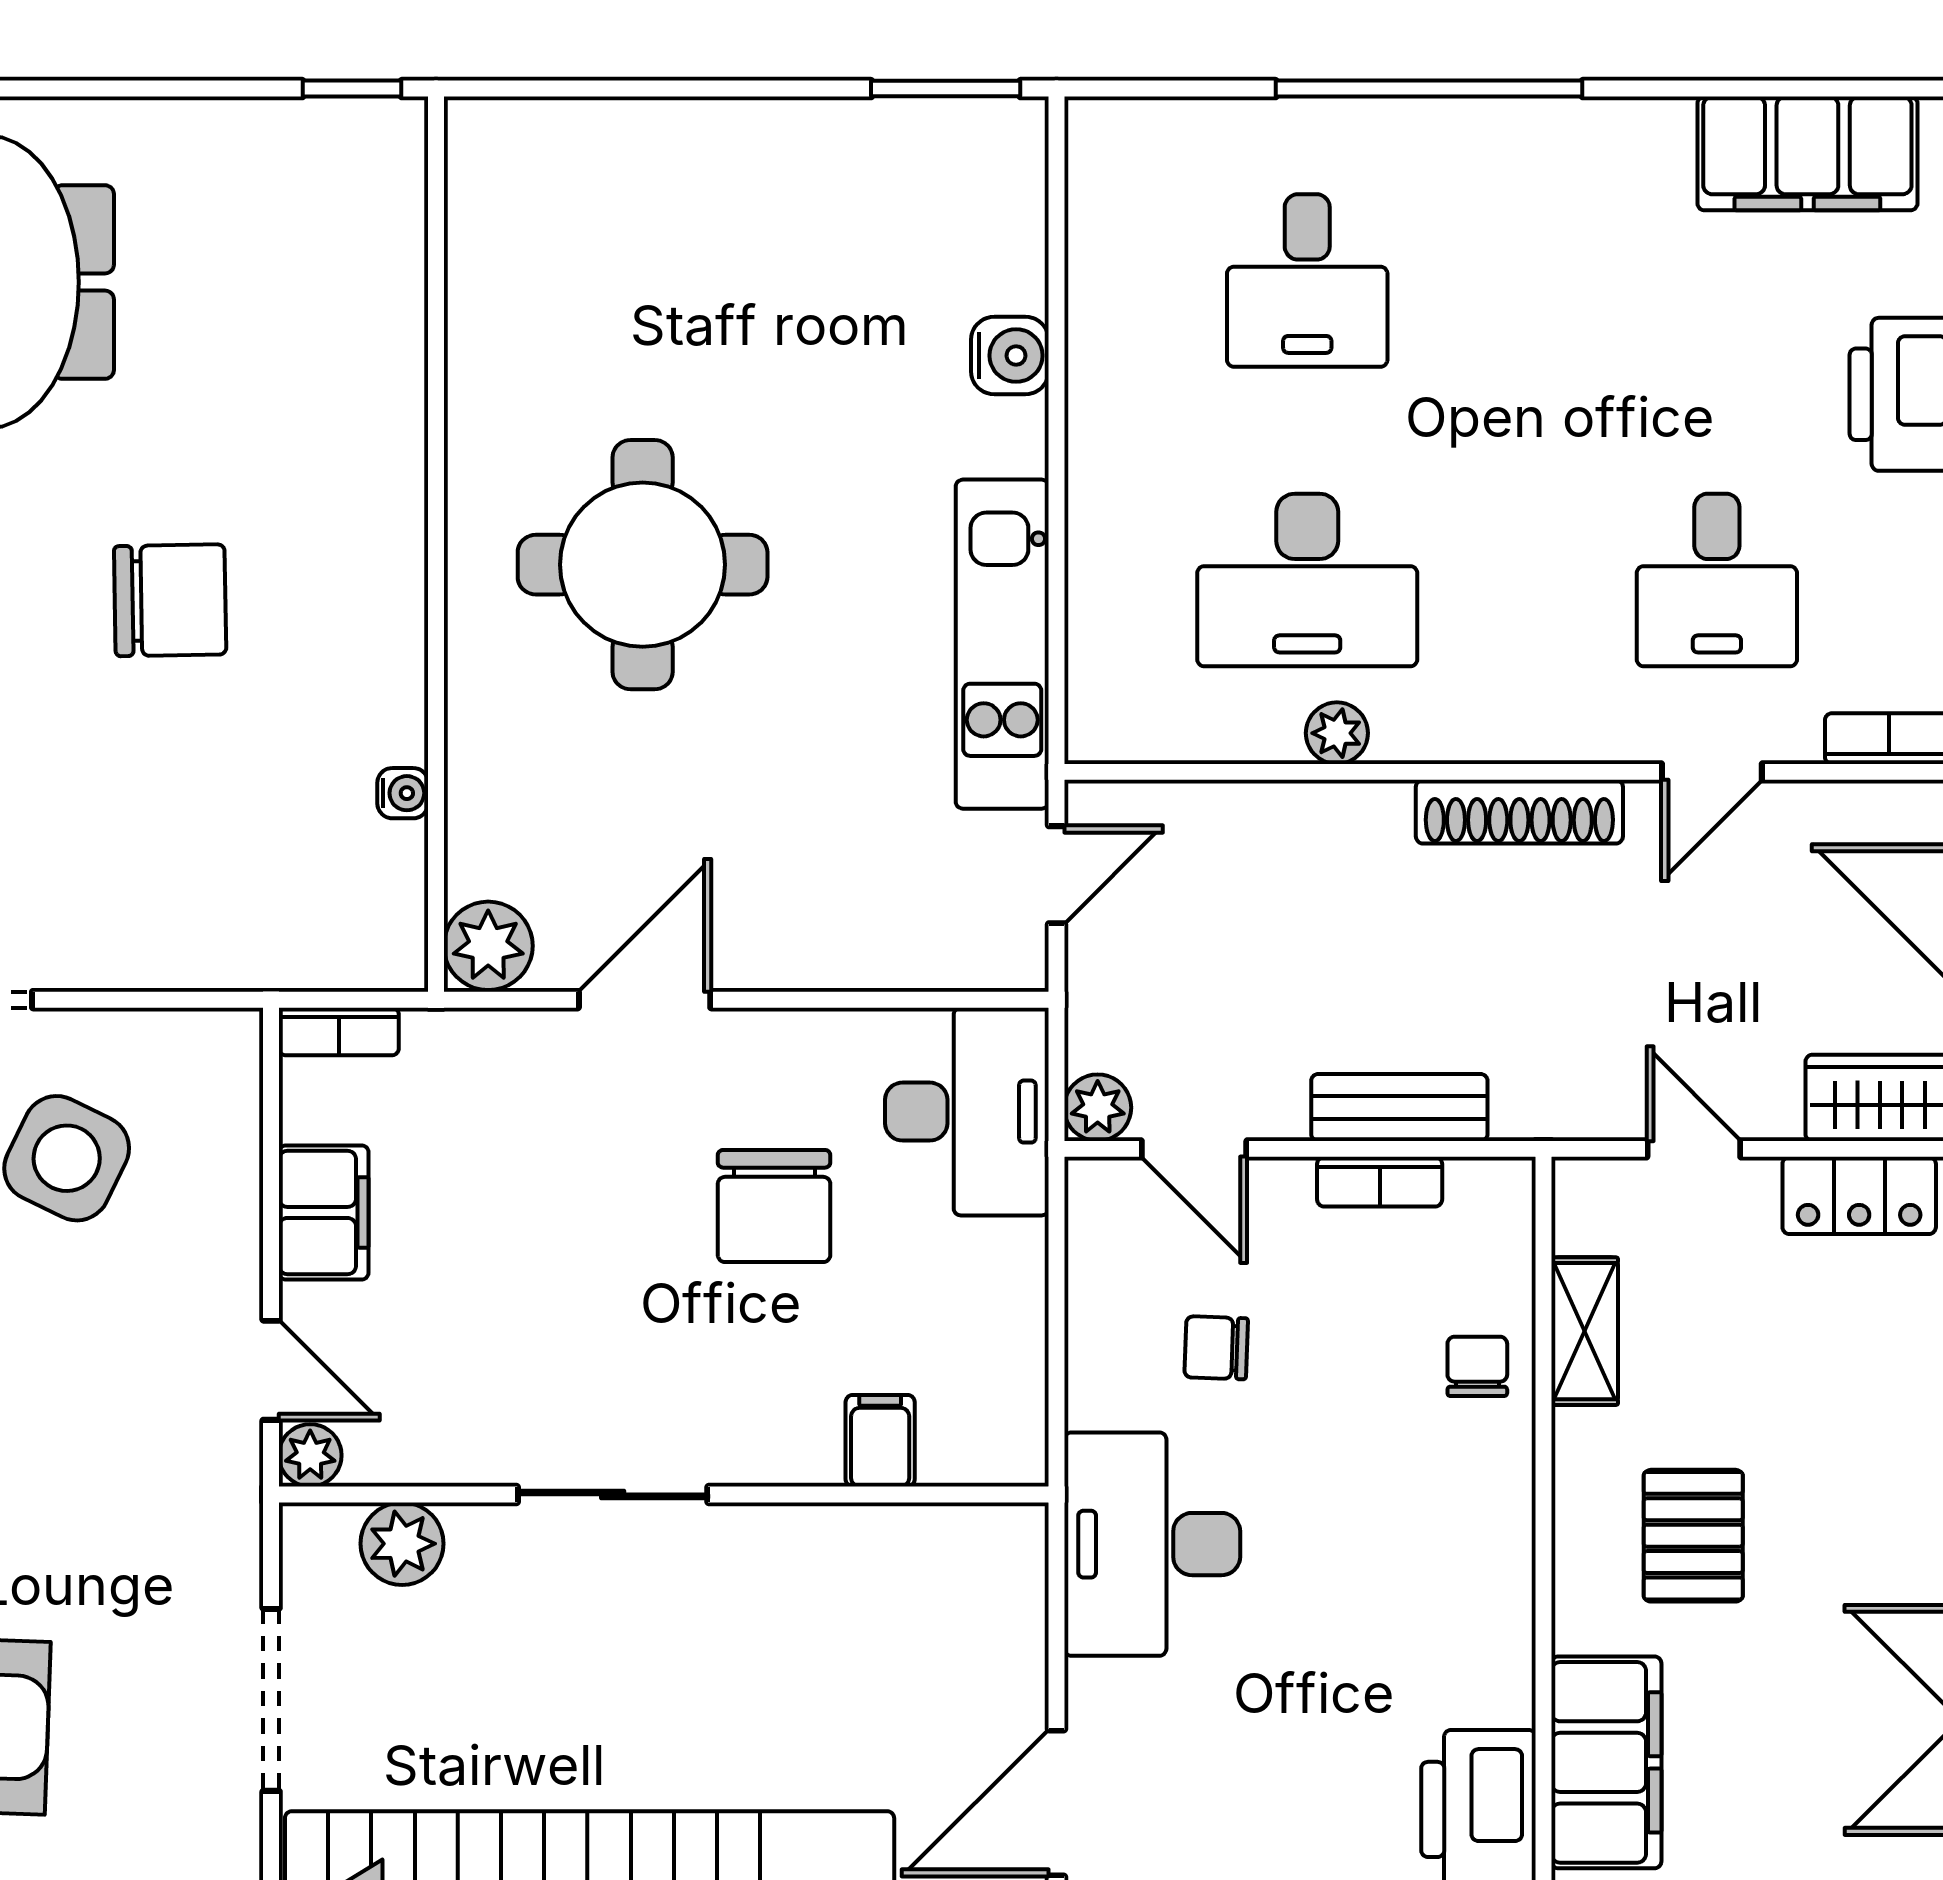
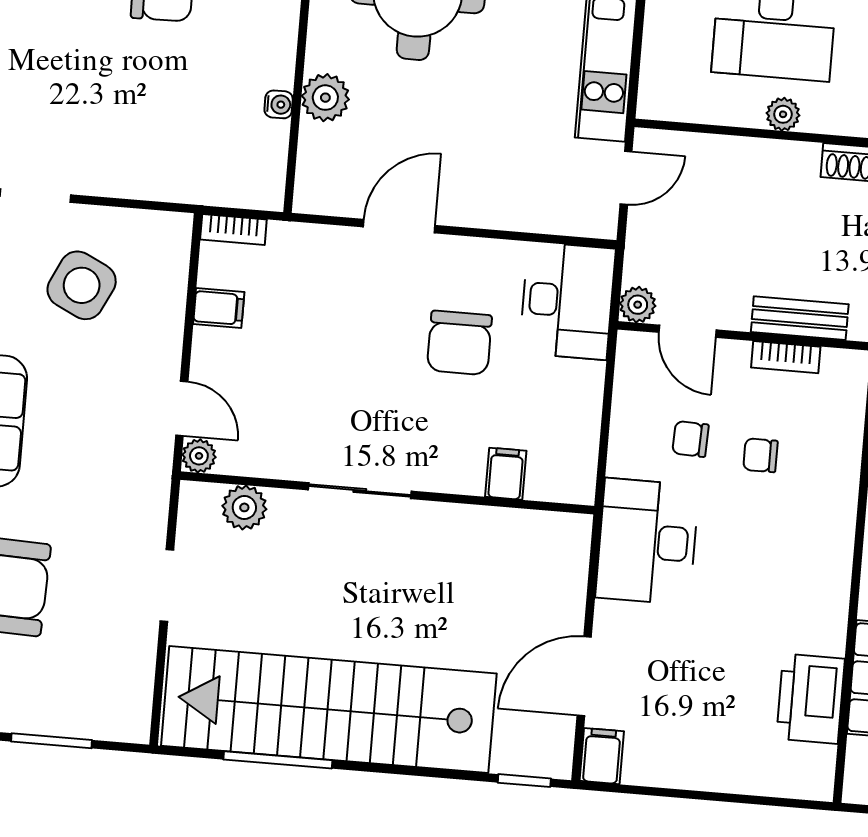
plant: (488, 946) -> (325, 98), moved
filing cabinet: (324, 1212) -> (219, 308), width x0.50
chair: (1477, 1366) -> (760, 455), moved, turned -90
doorway: (271, 1700) -> (167, 585), width x0.73

